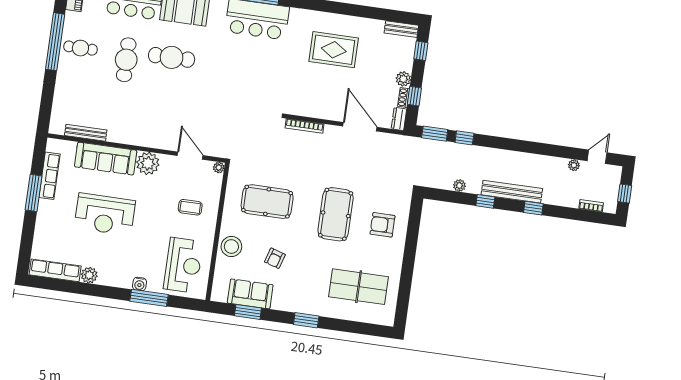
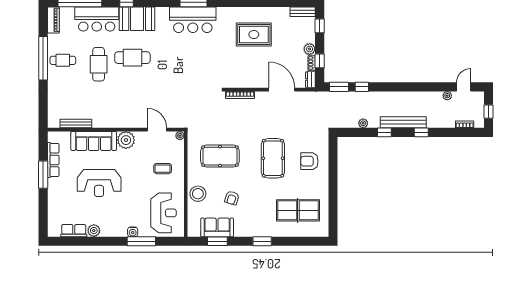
row of seats: (55, 270) -> (74, 231), width x0.68

